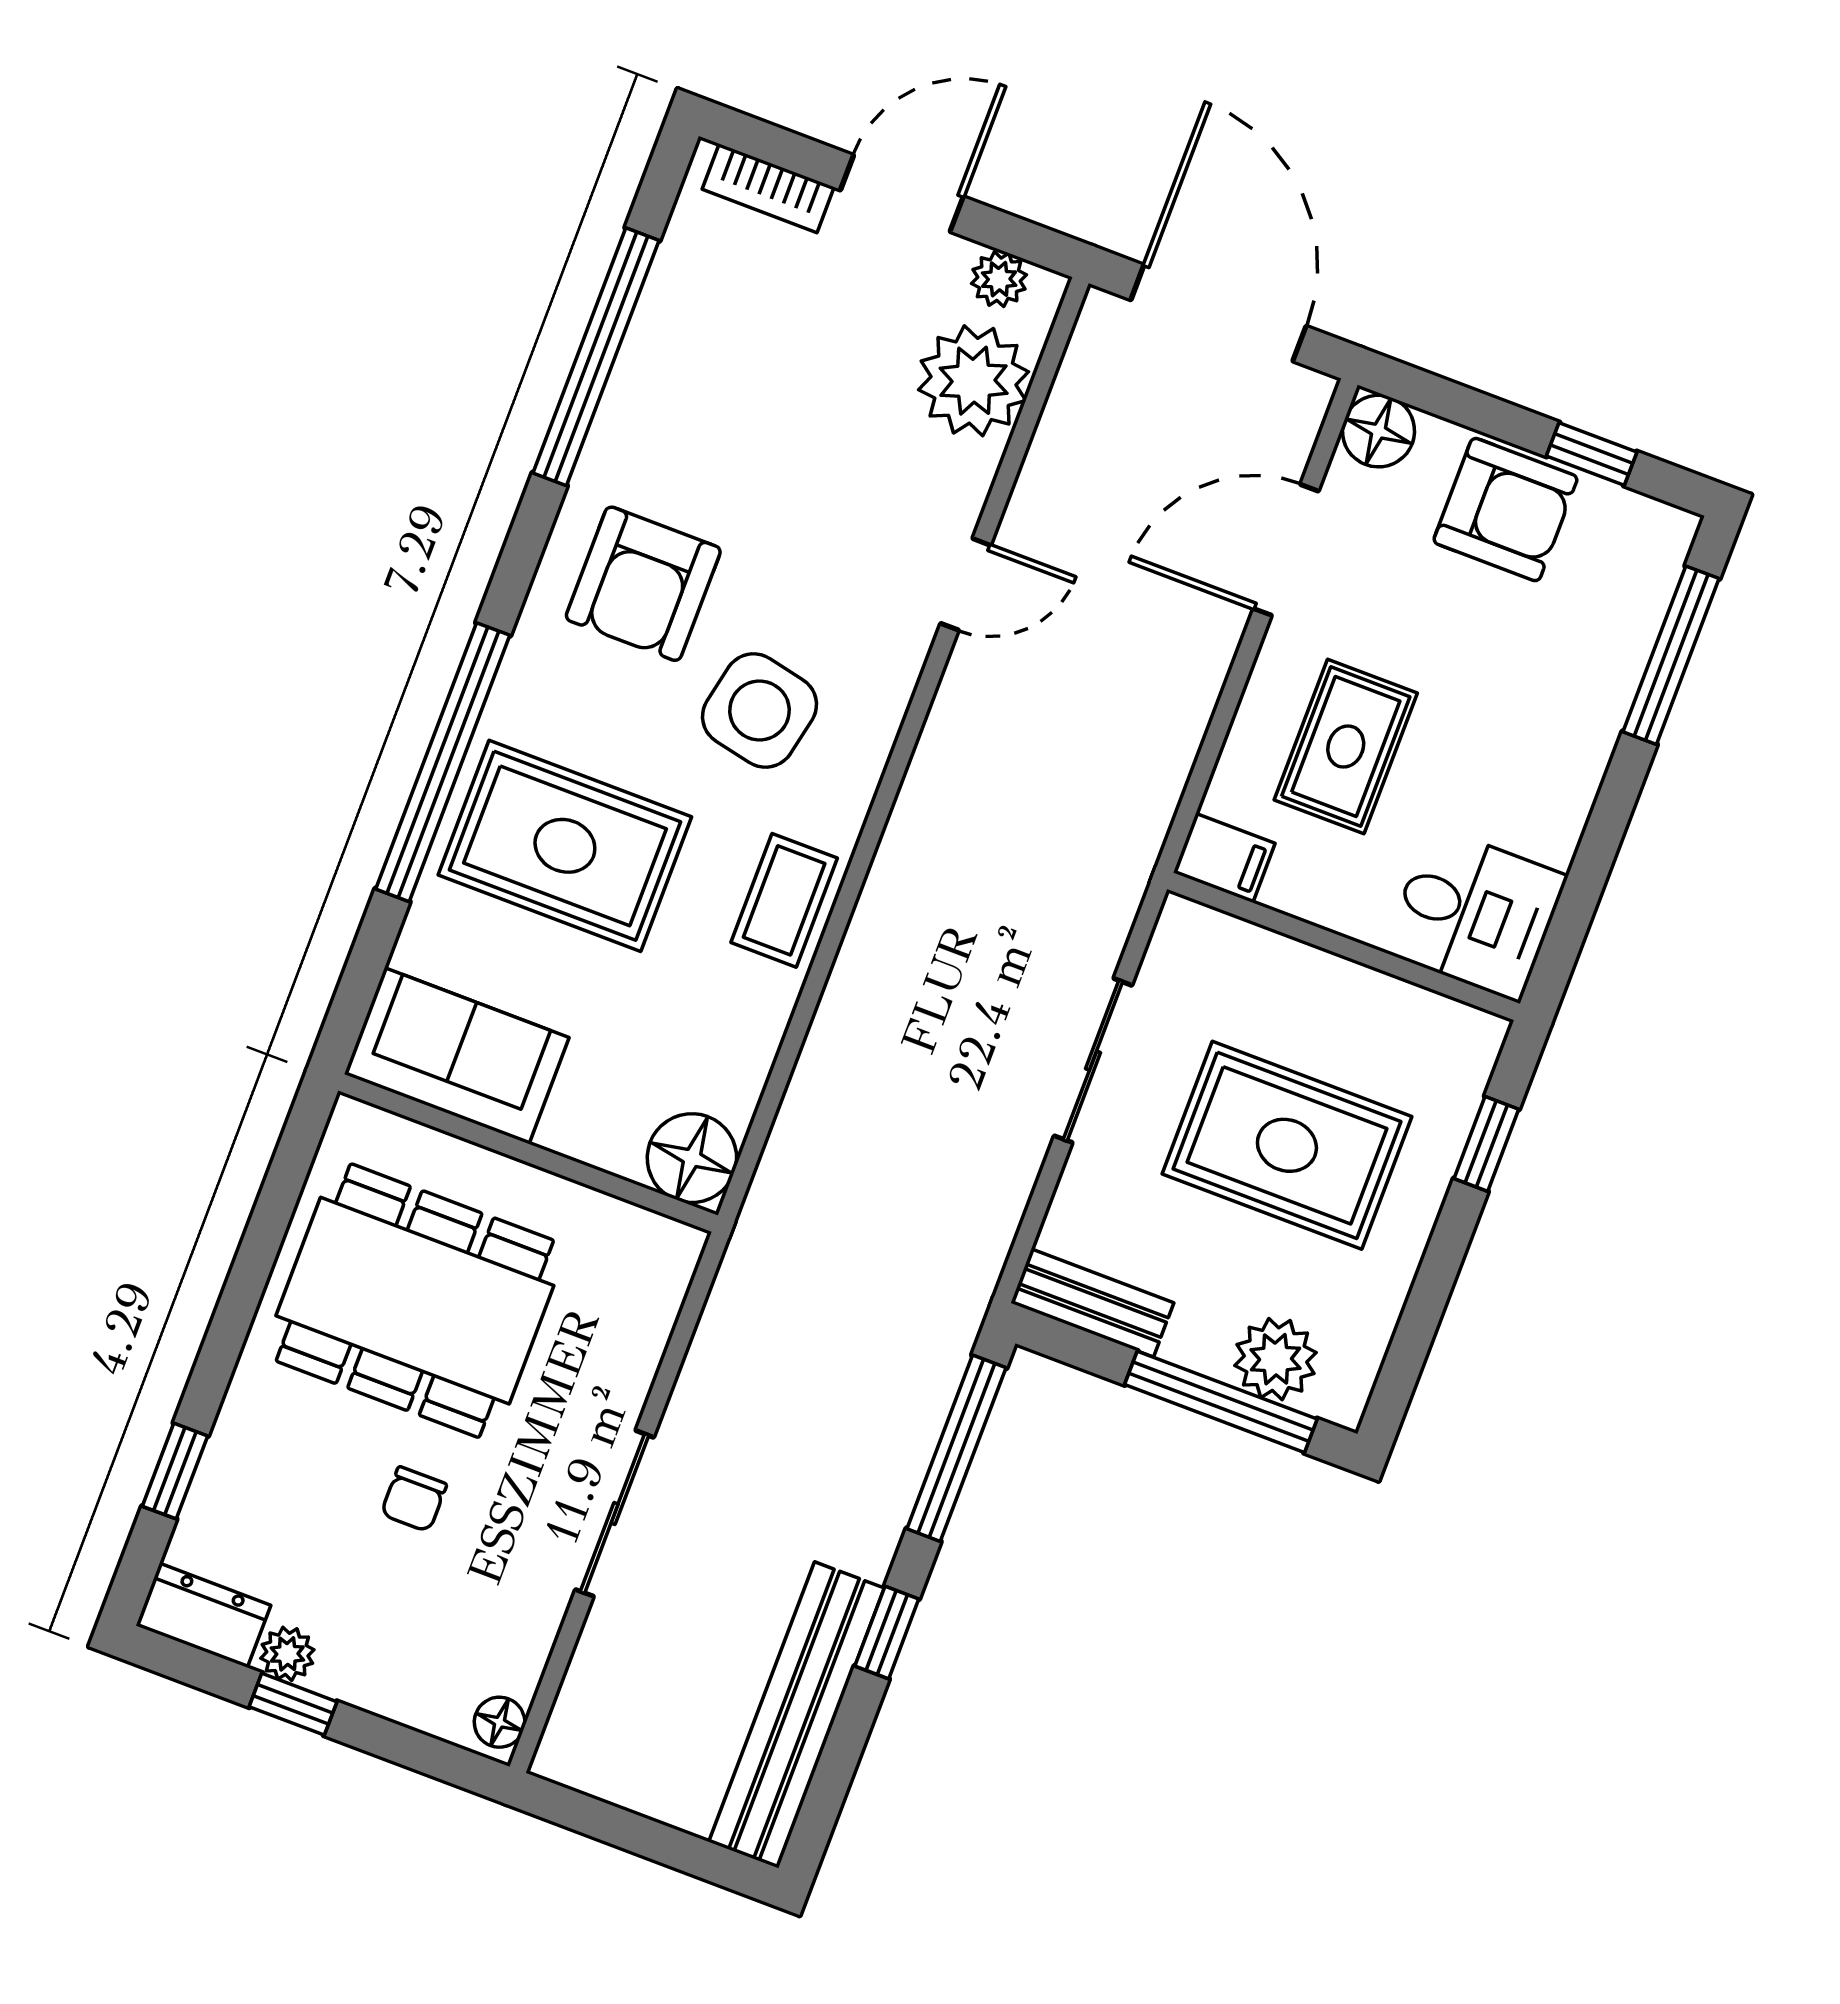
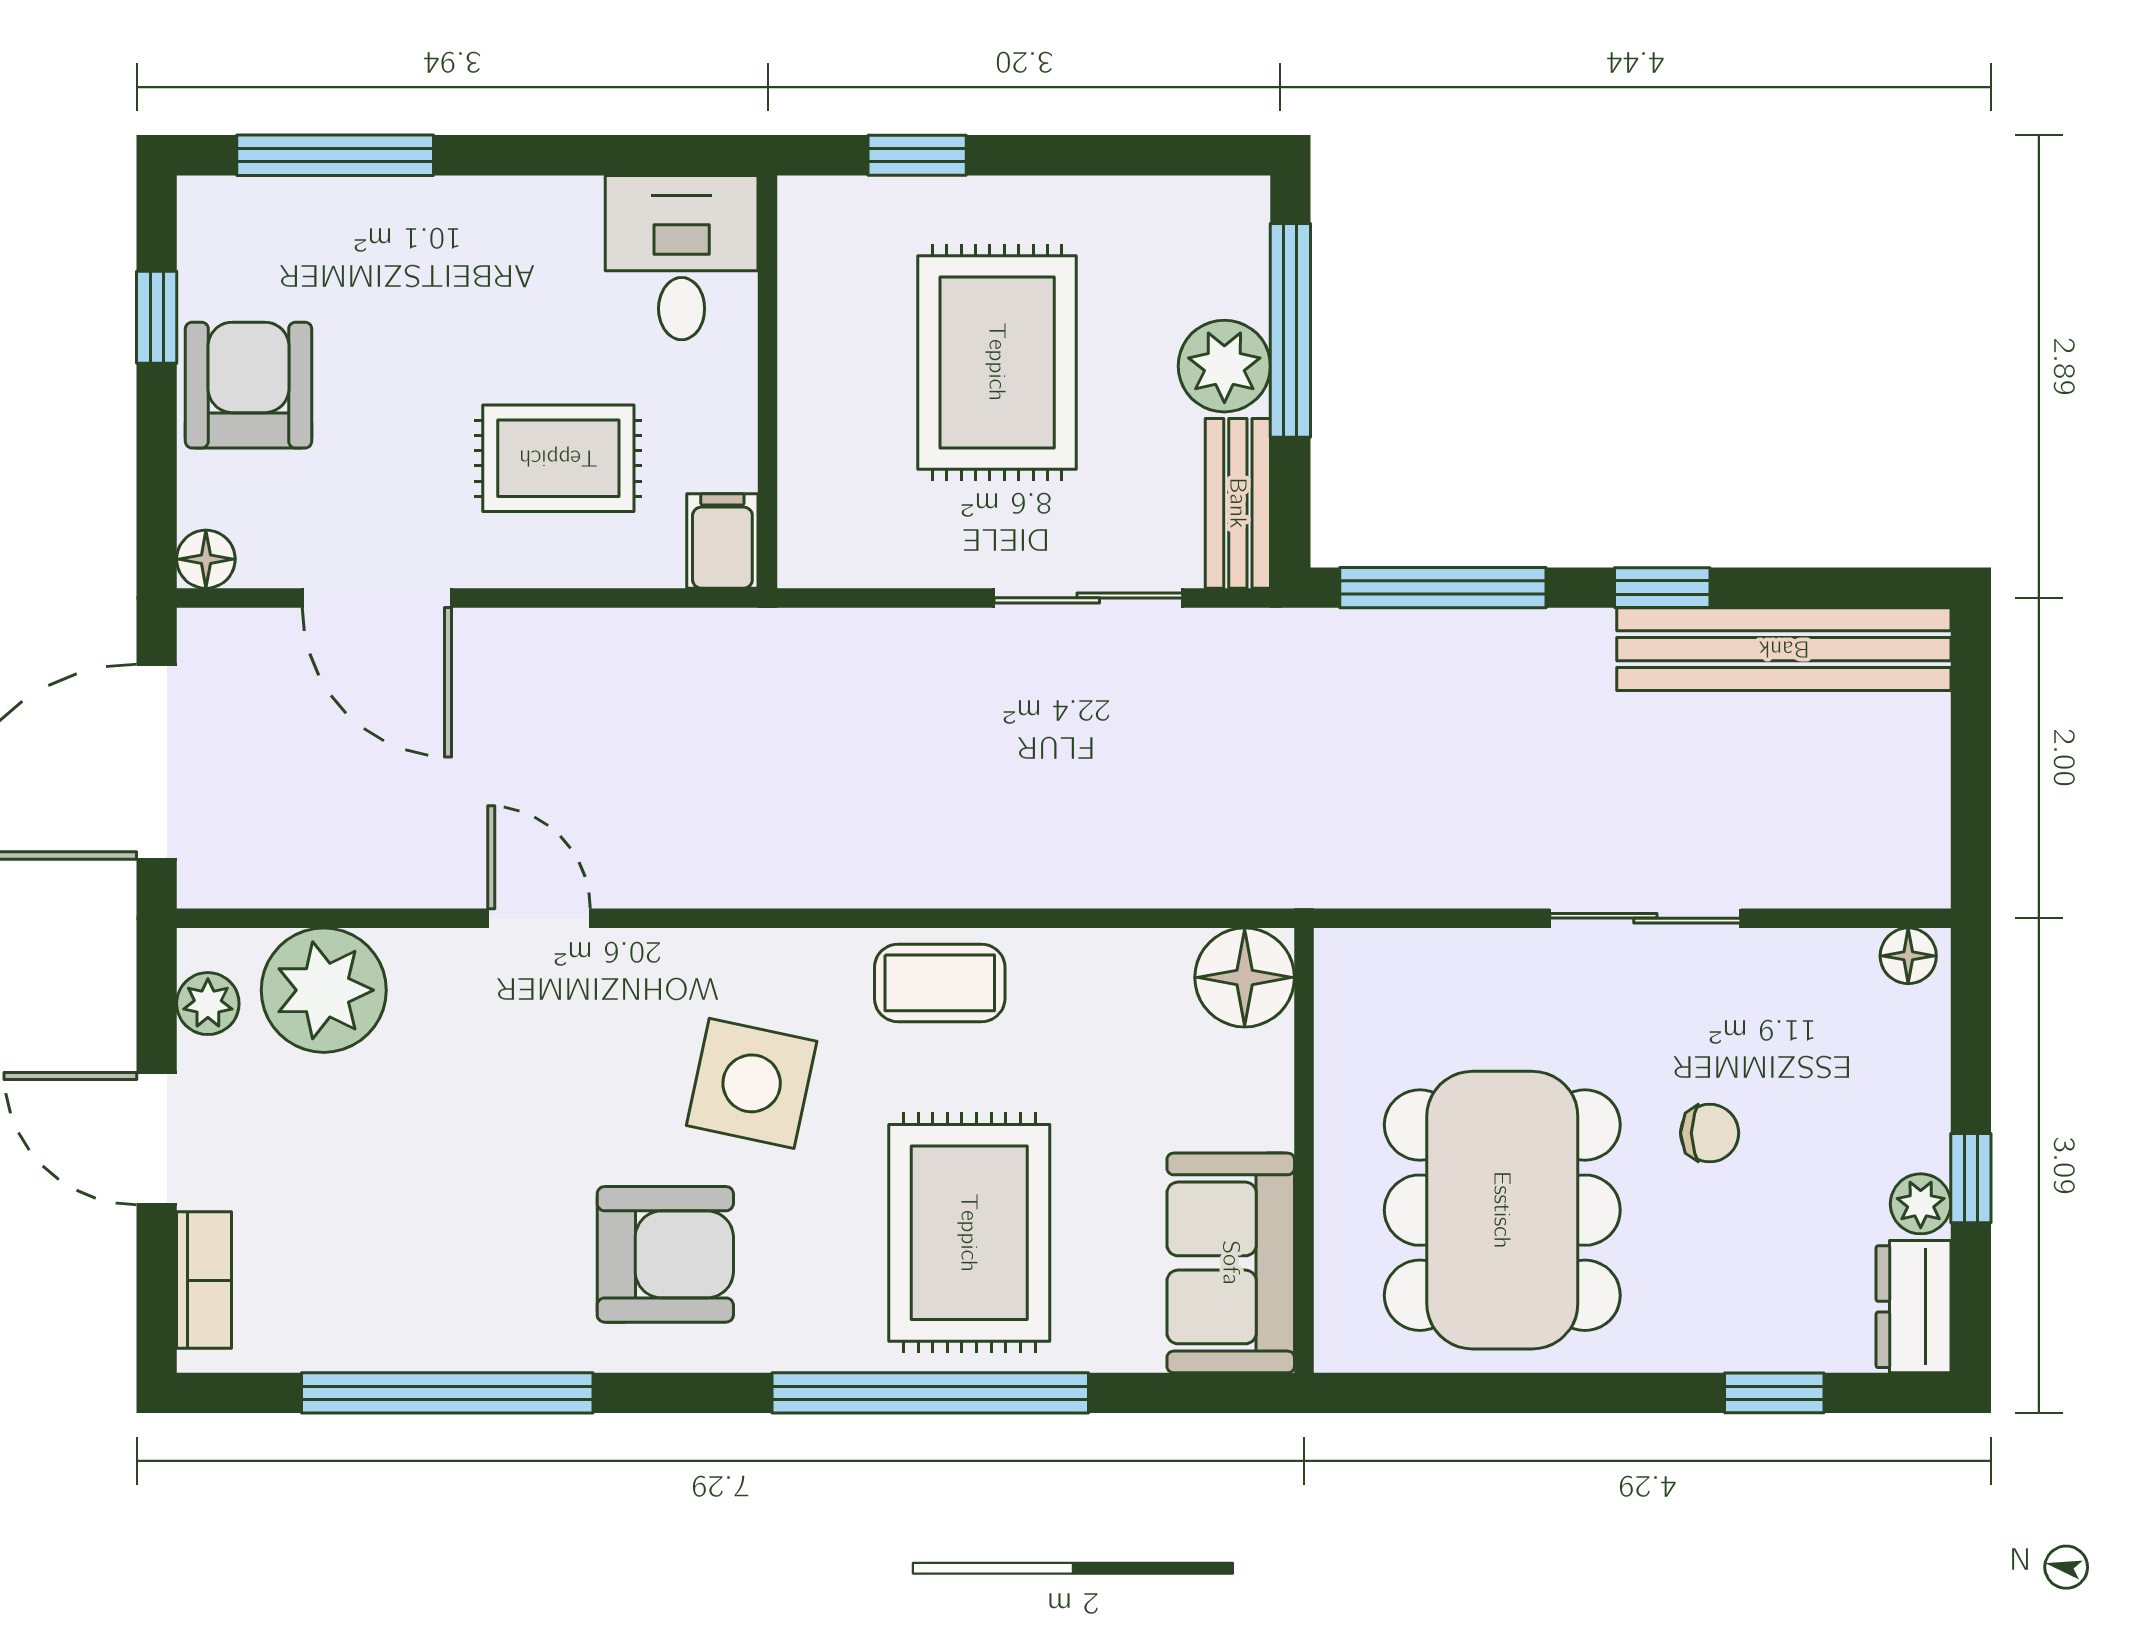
floor lamp: (1378, 431) -> (206, 559), width x0.73, depth x0.73
sliding door: (1093, 1061) -> (1088, 598), moved
plant: (1276, 1359) -> (1224, 366), moved

